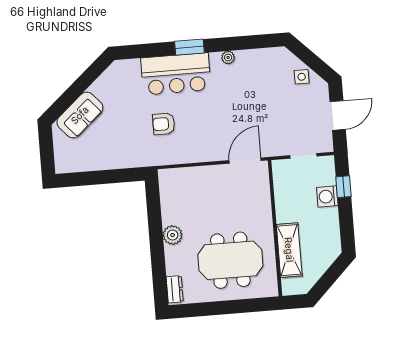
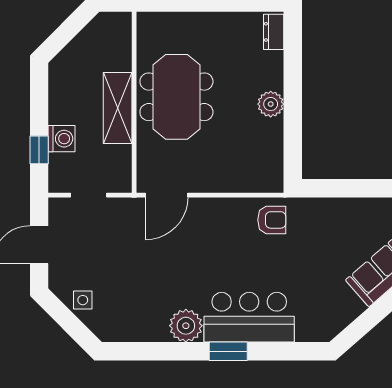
plant: (228, 58) -> (186, 326), width x1.88, depth x1.88
armchair: (164, 124) -> (272, 220), moved
shelving: (289, 250) -> (118, 108), moved
meeting table: (230, 260) -> (176, 97), moved, turned 90

